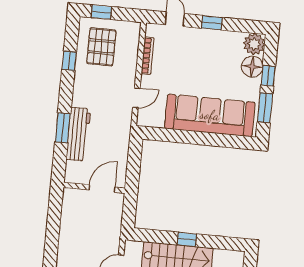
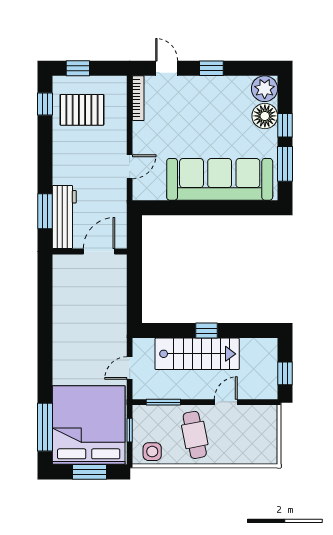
pallet: (101, 47) -> (82, 110), turned 90
bookcase: (148, 56) -> (138, 98), moved
window: (69, 61) -> (45, 104), moved
wall: (94, 188) -> (90, 251), moved
door: (102, 189) -> (99, 251), moved

